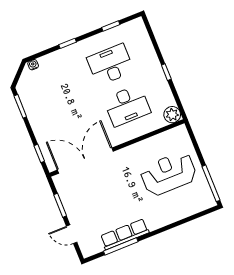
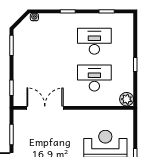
desk: (127, 106) -> (94, 78), turned 180
double door: (85, 161) -> (45, 108), width x0.73

